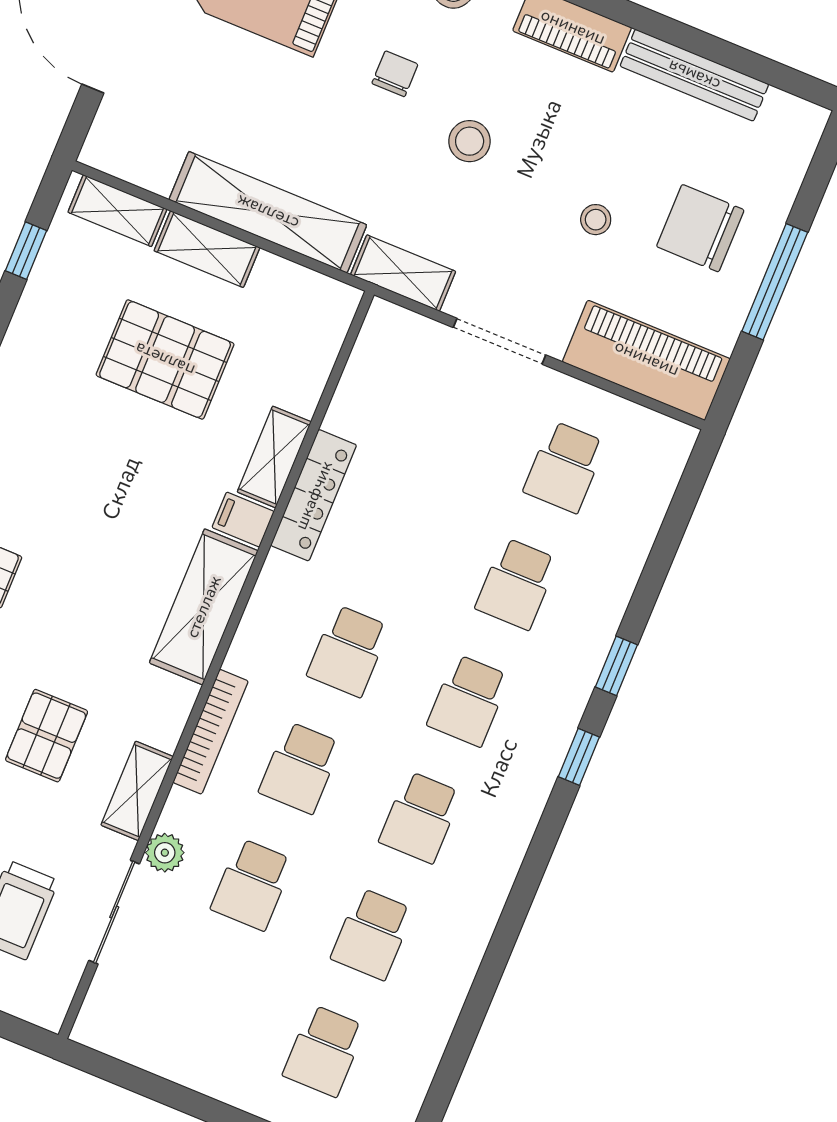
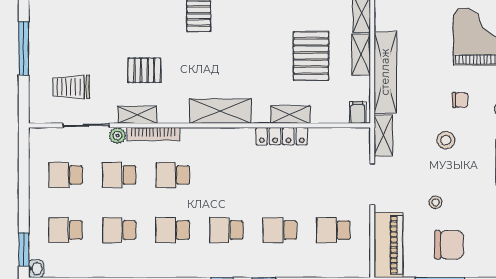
chair: (700, 228) -> (449, 245), turned 90
filing cabinet: (243, 520) -> (358, 112), moved
school desk: (348, 651) -> (66, 175), moved
bookcase: (211, 732) -> (153, 134), moved

